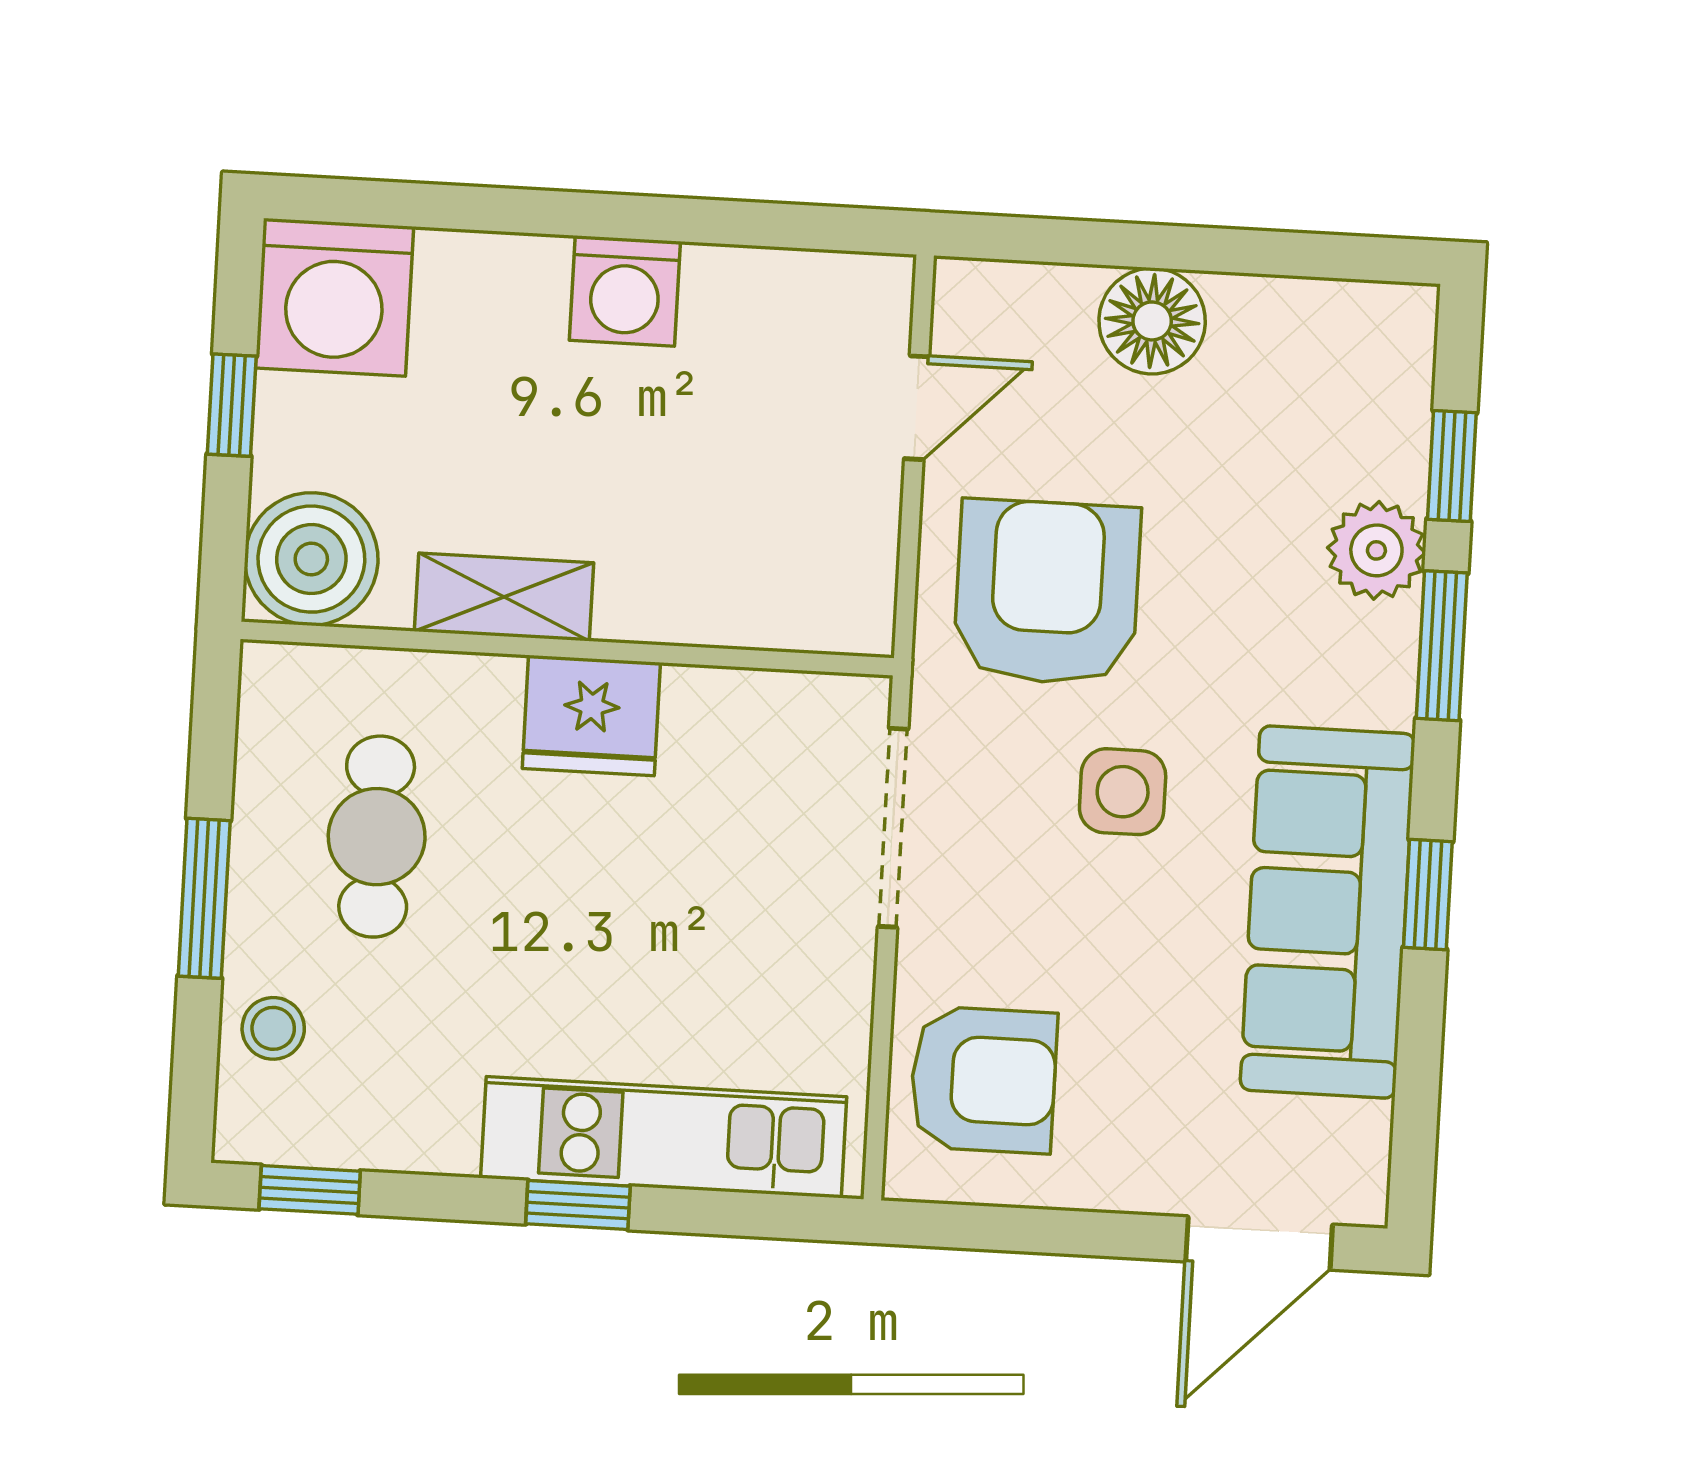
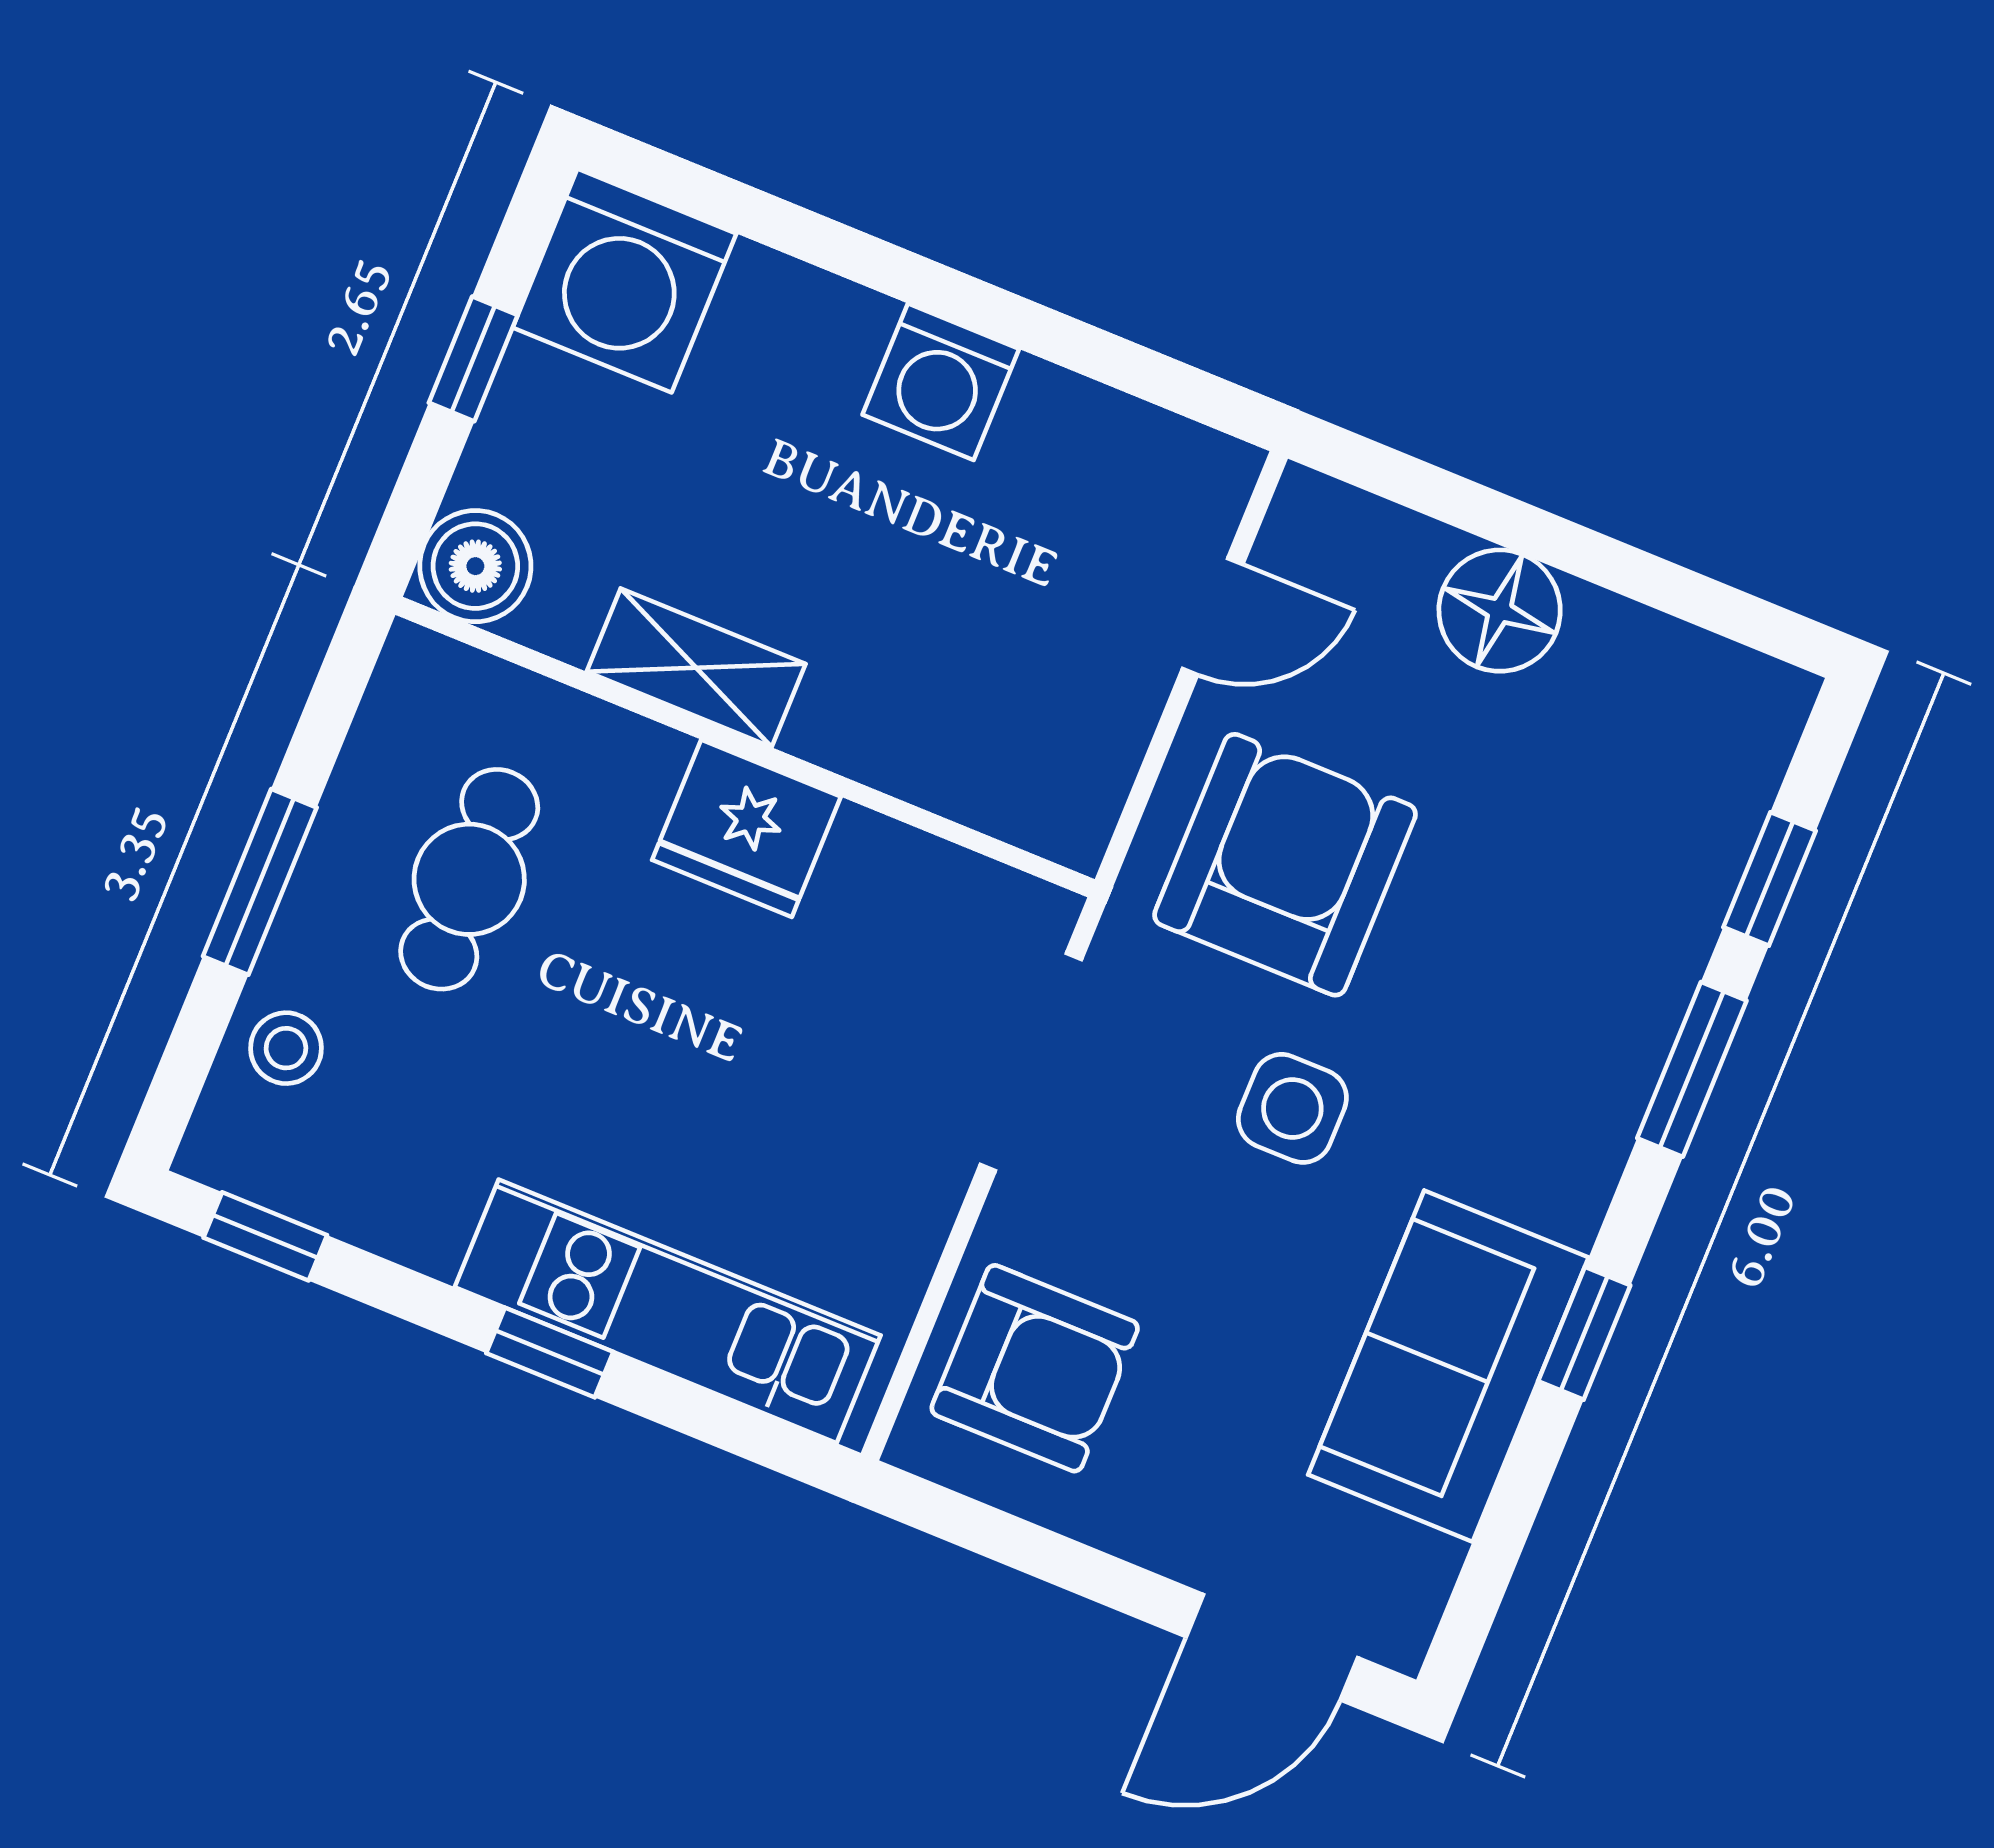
plant: (1376, 550) -> (1657, 942), removed
boiler: (311, 559) -> (475, 566), width x0.73, depth x0.73
sofa: (1328, 912) -> (1448, 1366), width x0.73

